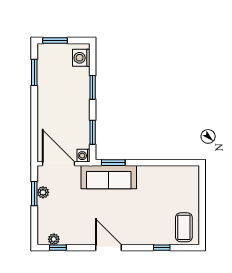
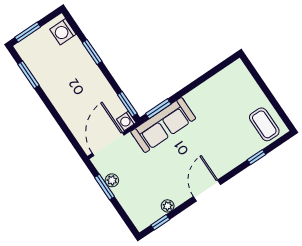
window: (93, 132) -> (127, 104), moved
door: (59, 164) -> (108, 144), hinge flipped
plant: (54, 239) -> (168, 206), moved
door: (108, 248) -> (207, 191), hinge flipped

